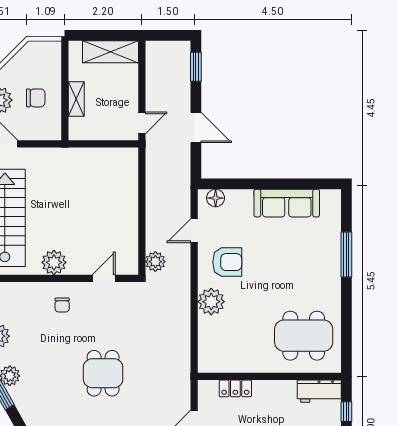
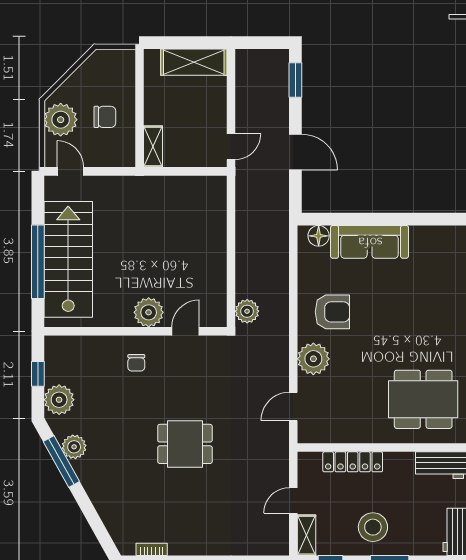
shelving: (76, 99) -> (153, 147), moved
sofa: (287, 203) -> (370, 242), moved
door: (194, 231) -> (293, 406), moved
plant: (54, 262) -> (149, 312), moved
dining table: (103, 373) -> (185, 444), turned 90
locker: (235, 388) -> (353, 462), width x1.53

